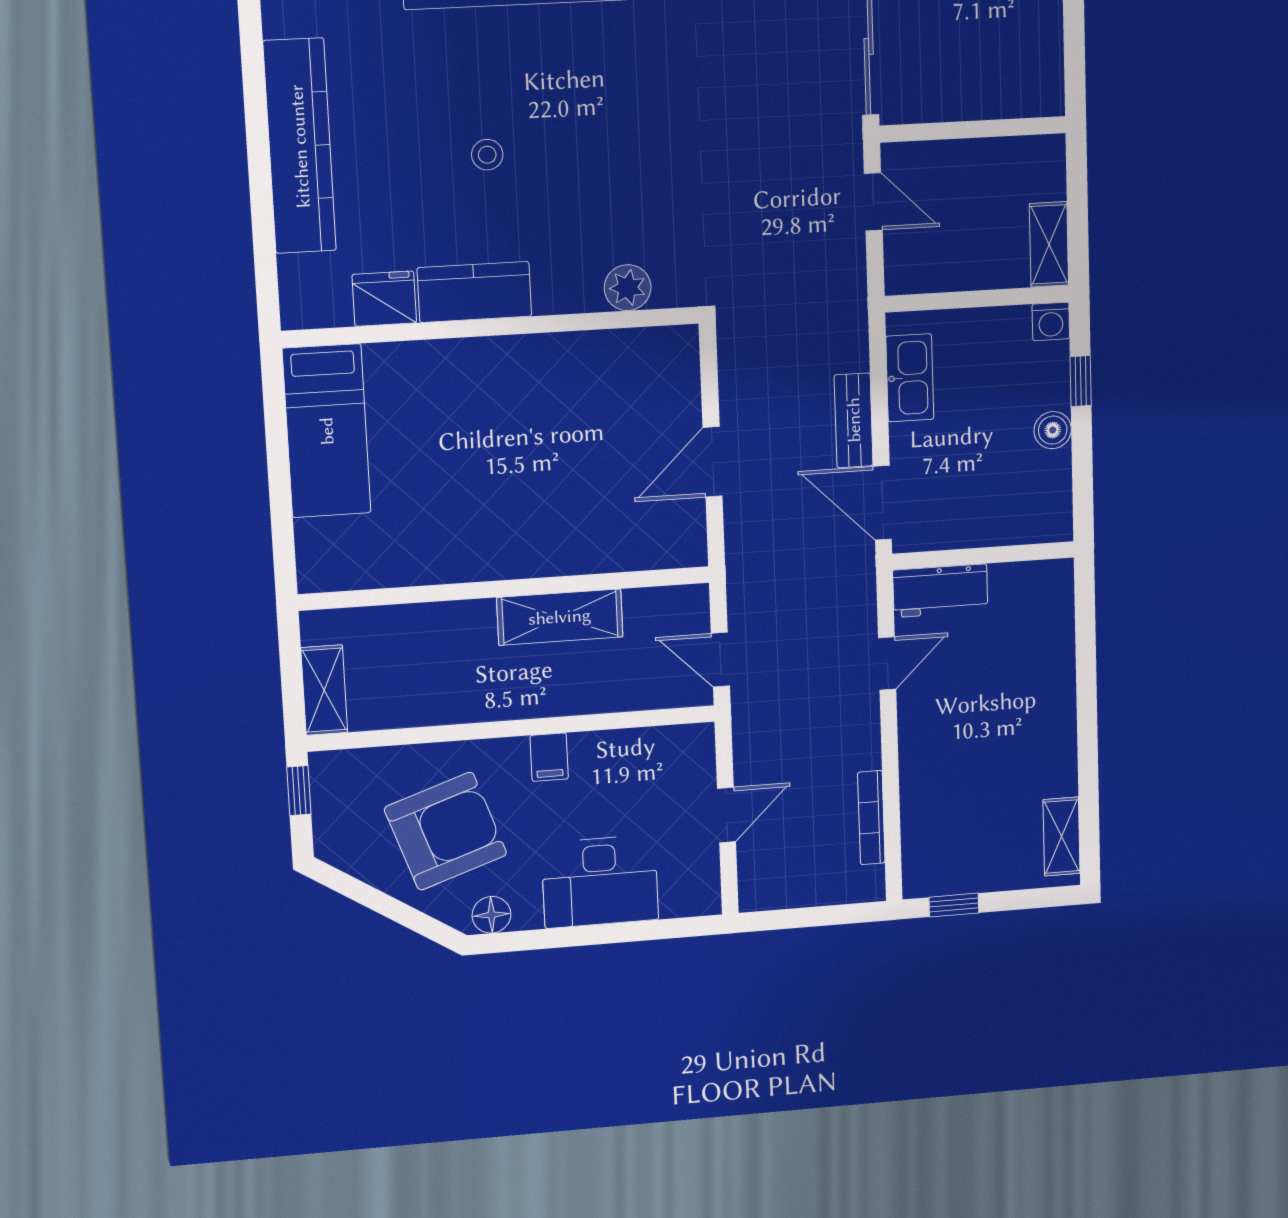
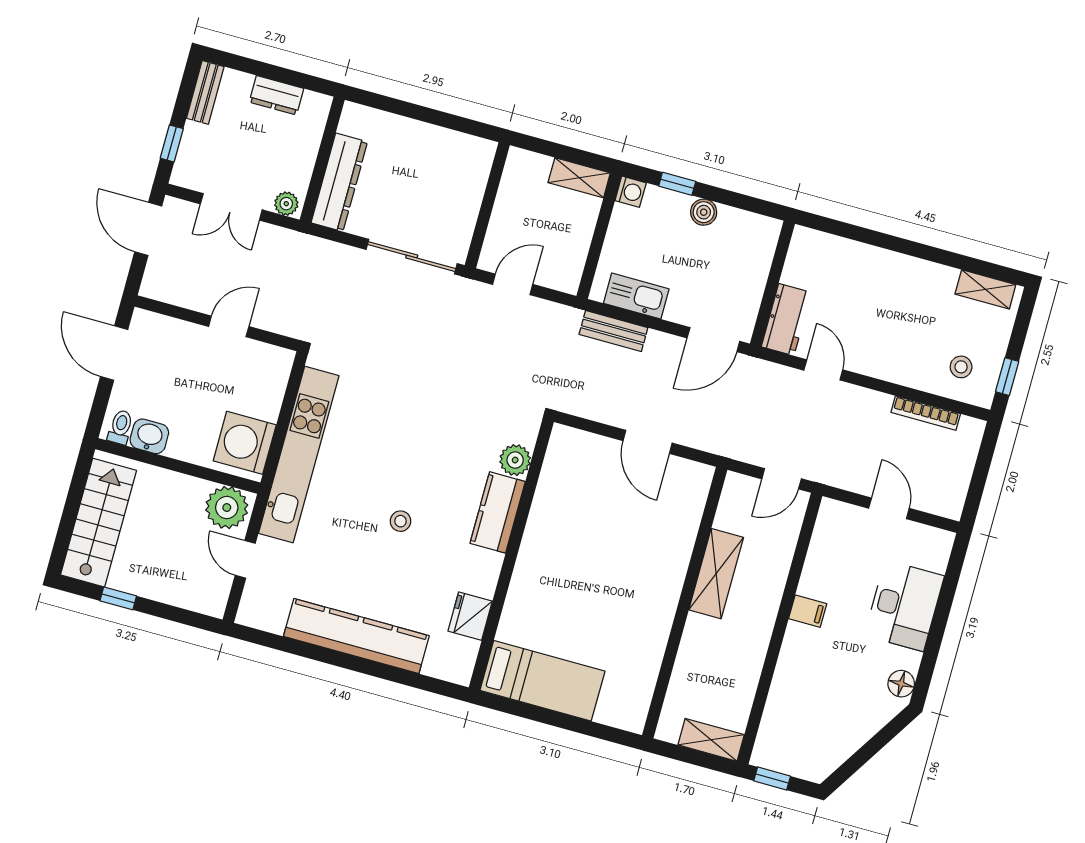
kitchen counter: (474, 292) -> (498, 512), moved
bench: (854, 420) -> (613, 331), moved
armchair: (446, 831) -> (833, 694), removed
stool: (948, 842) -> (961, 367), added

